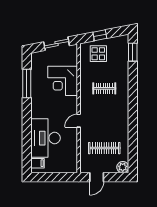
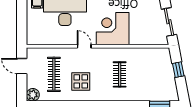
display table: (98, 54) -> (81, 81), moved
corner desk: (63, 81) -> (113, 29), moved

